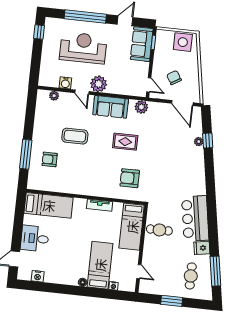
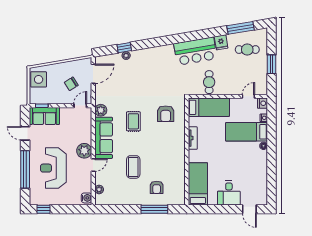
water cooler: (65, 83) -> (87, 198), moved
sofa: (111, 107) -> (104, 138), width x1.36
nightstand: (38, 276) -> (262, 103), moved

